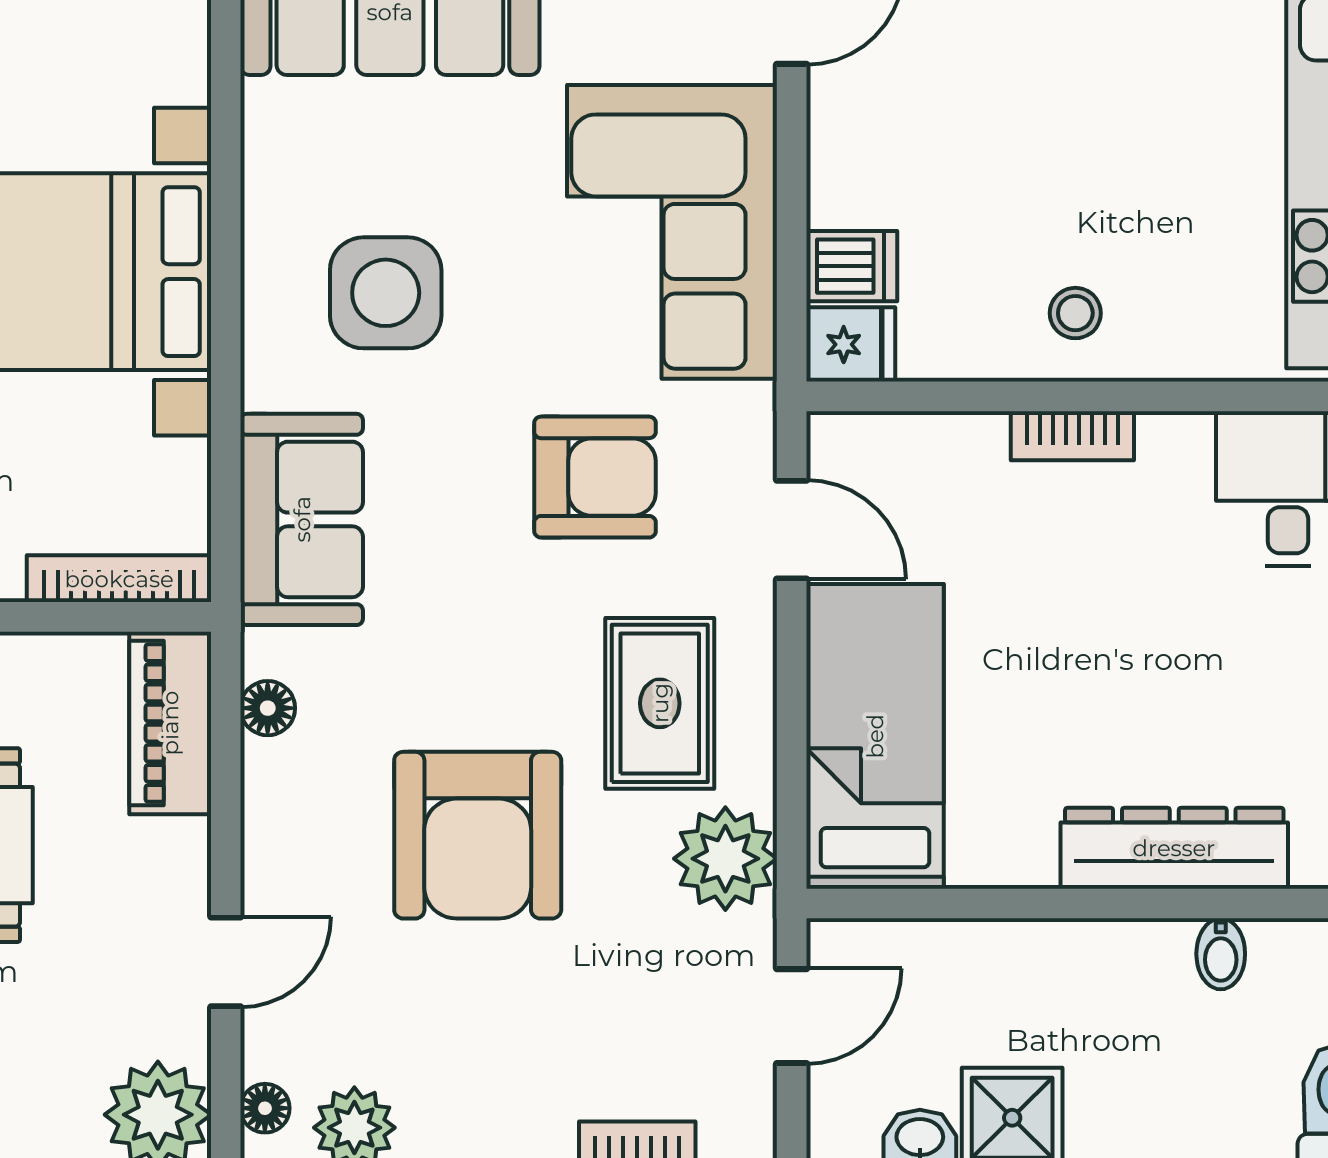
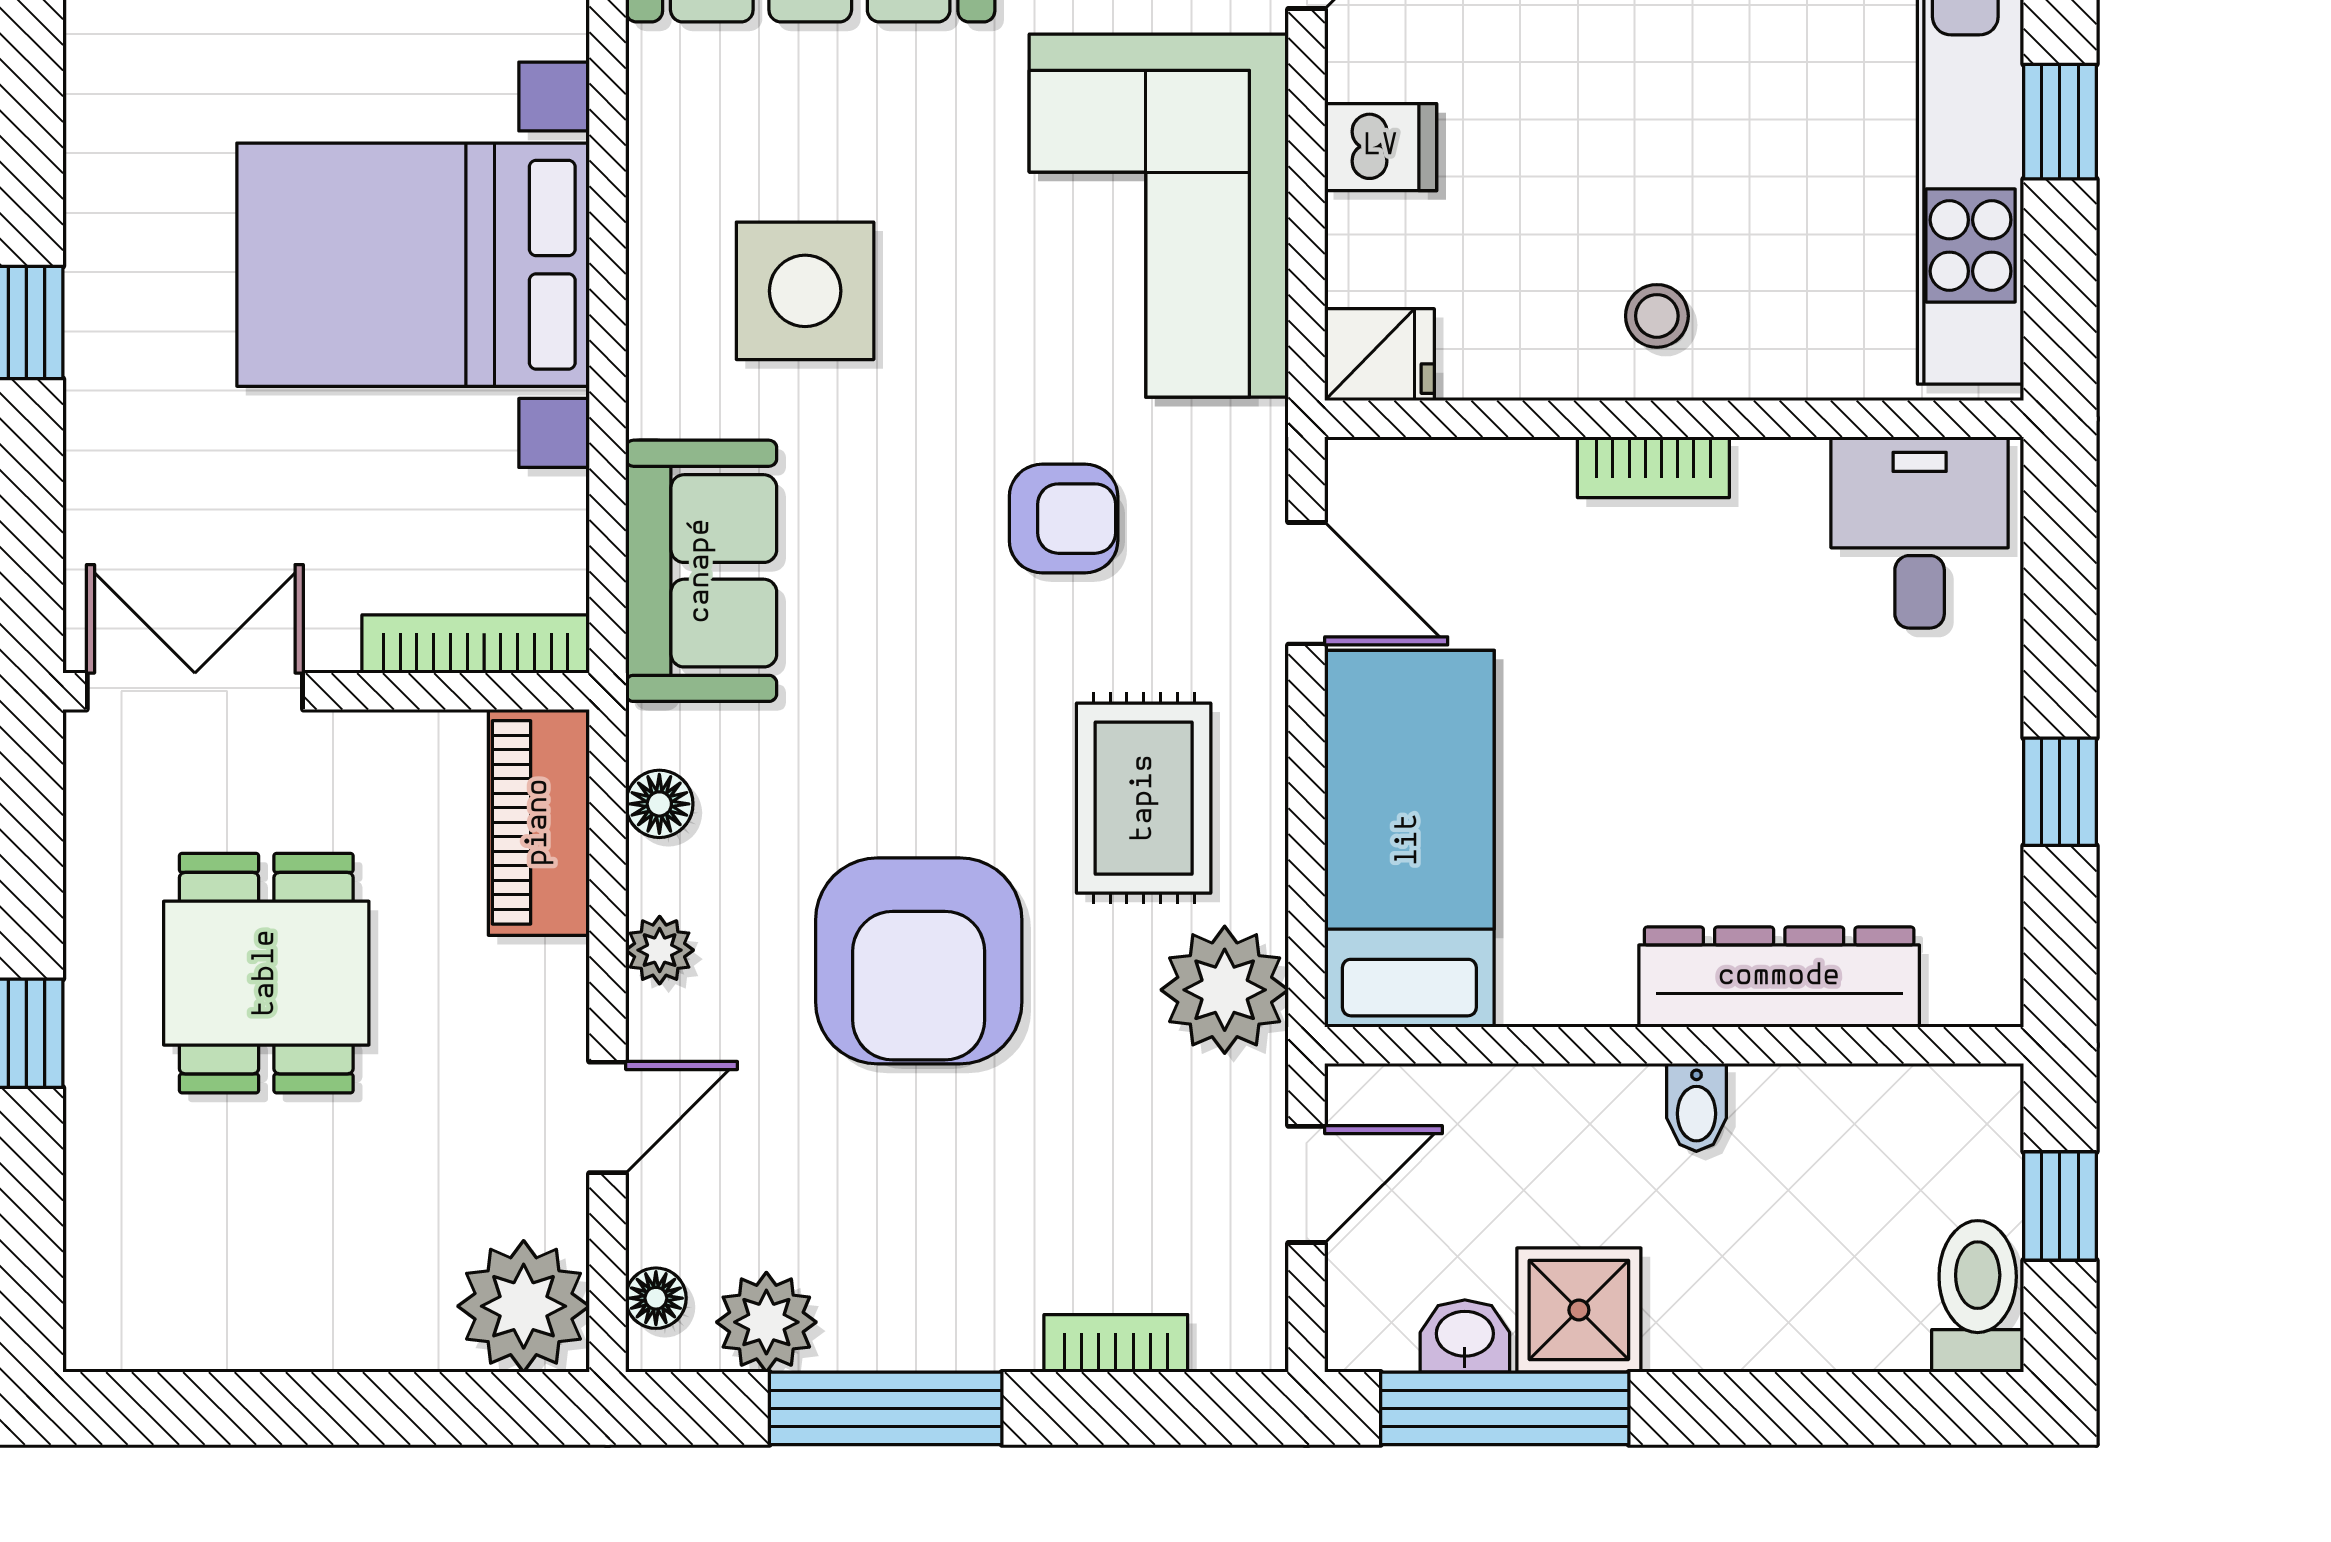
dishwasher: (852, 266) -> (1381, 147), moved
armchair: (595, 477) -> (1064, 519), width x0.72, depth x0.72
plant: (268, 826) -> (660, 950), added
bidet: (1221, 954) -> (1696, 1107), moved

